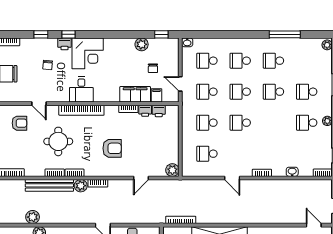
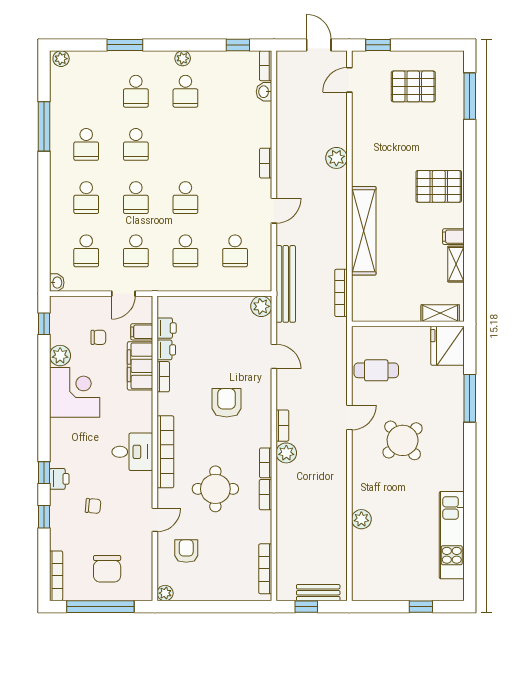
corner desk: (88, 53) -> (75, 392), moved
washbasin: (292, 172) -> (264, 92), moved
bench: (49, 185) -> (286, 284), moved
plant: (33, 217) -> (336, 158), moved

